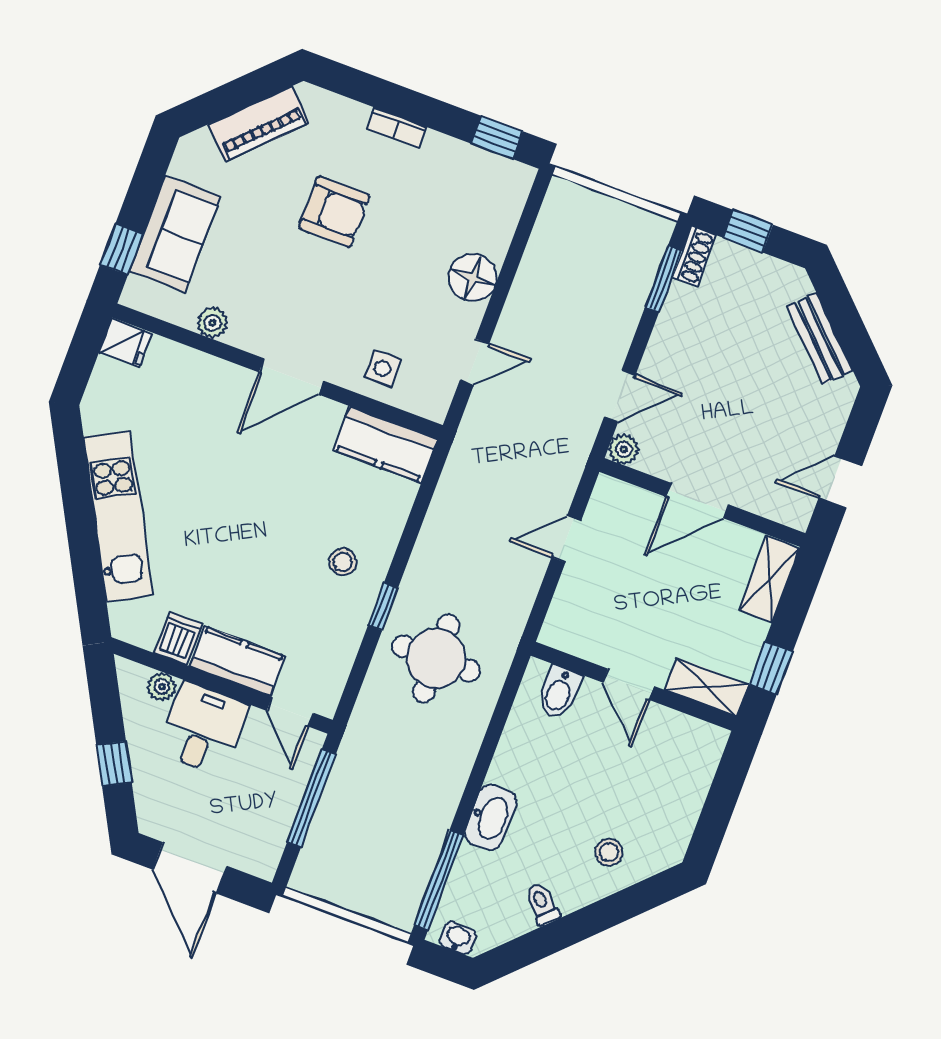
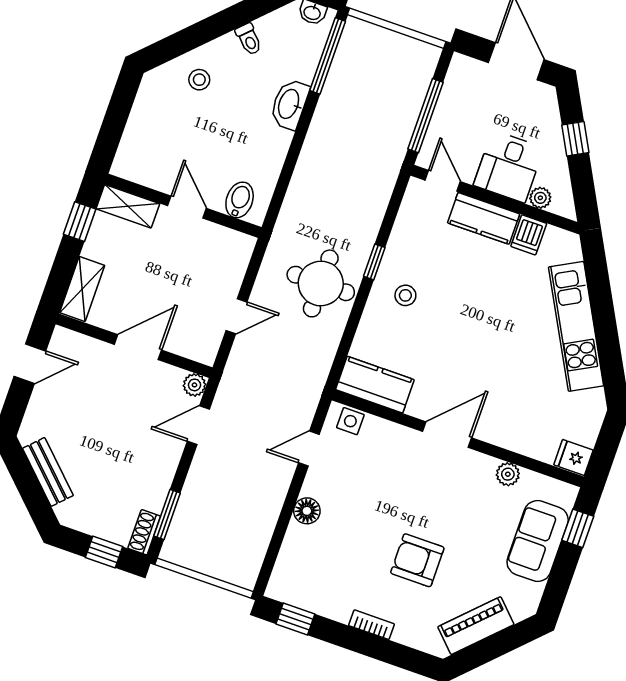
floor lamp: (473, 278) -> (307, 511), width x0.73, depth x0.73
side table: (383, 368) -> (350, 421), moved
round table: (436, 659) -> (321, 283), moved

